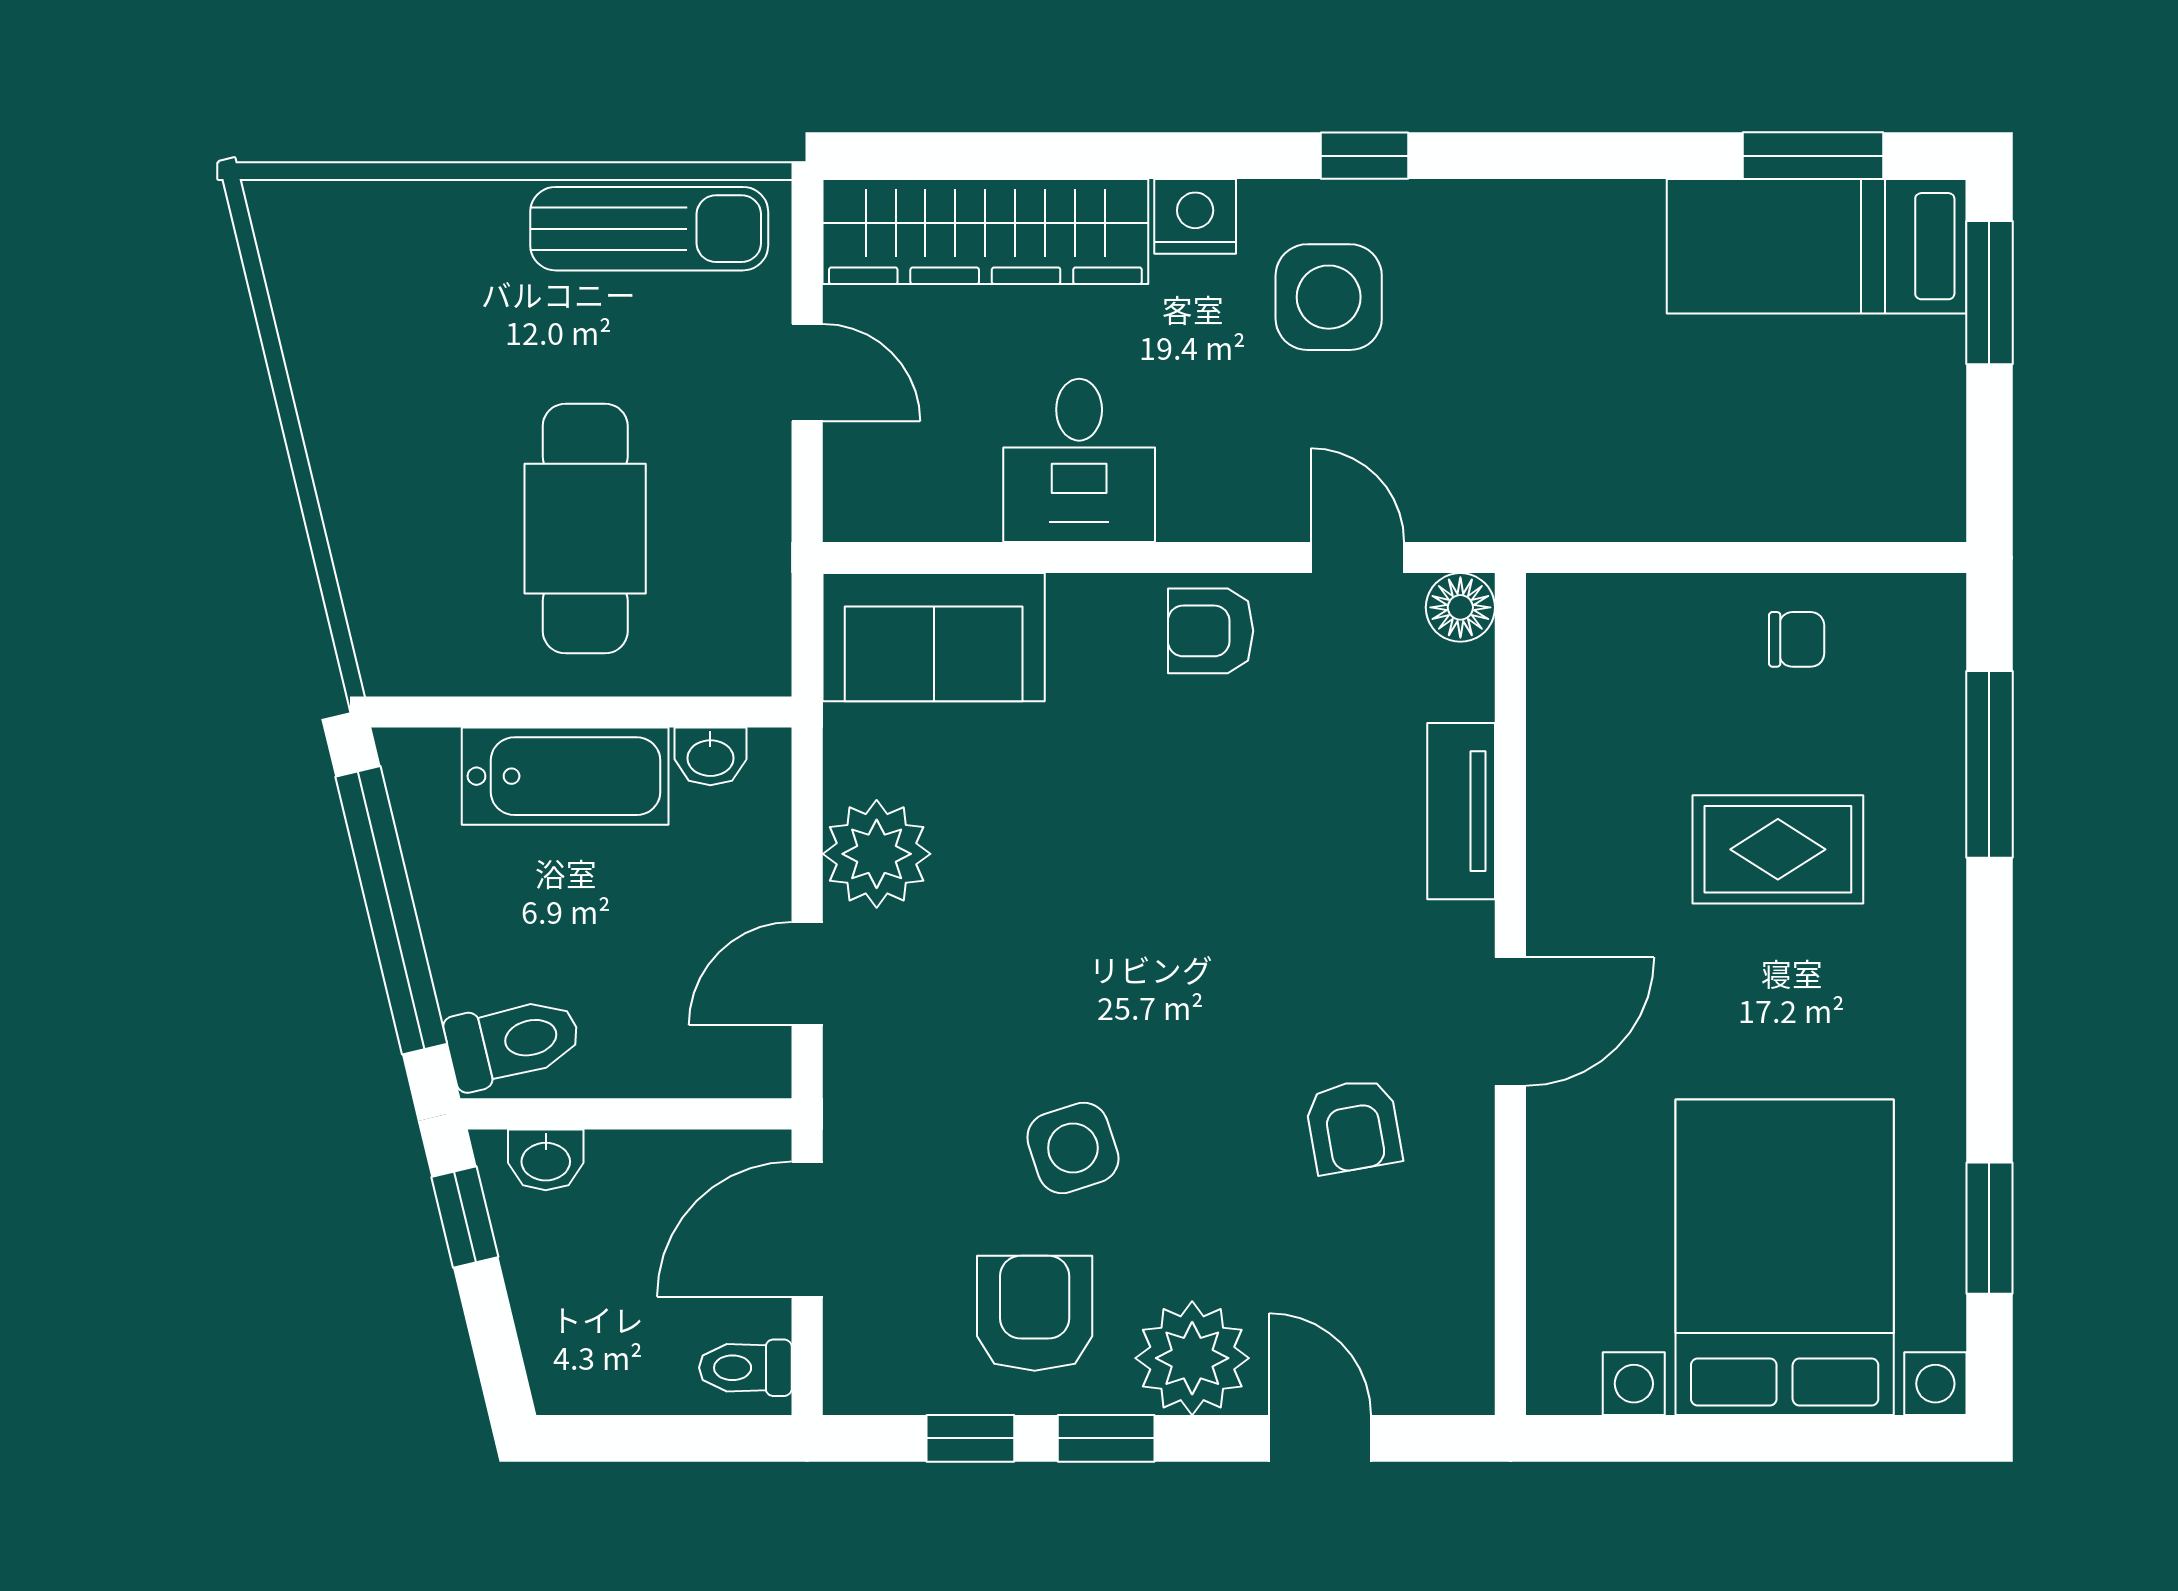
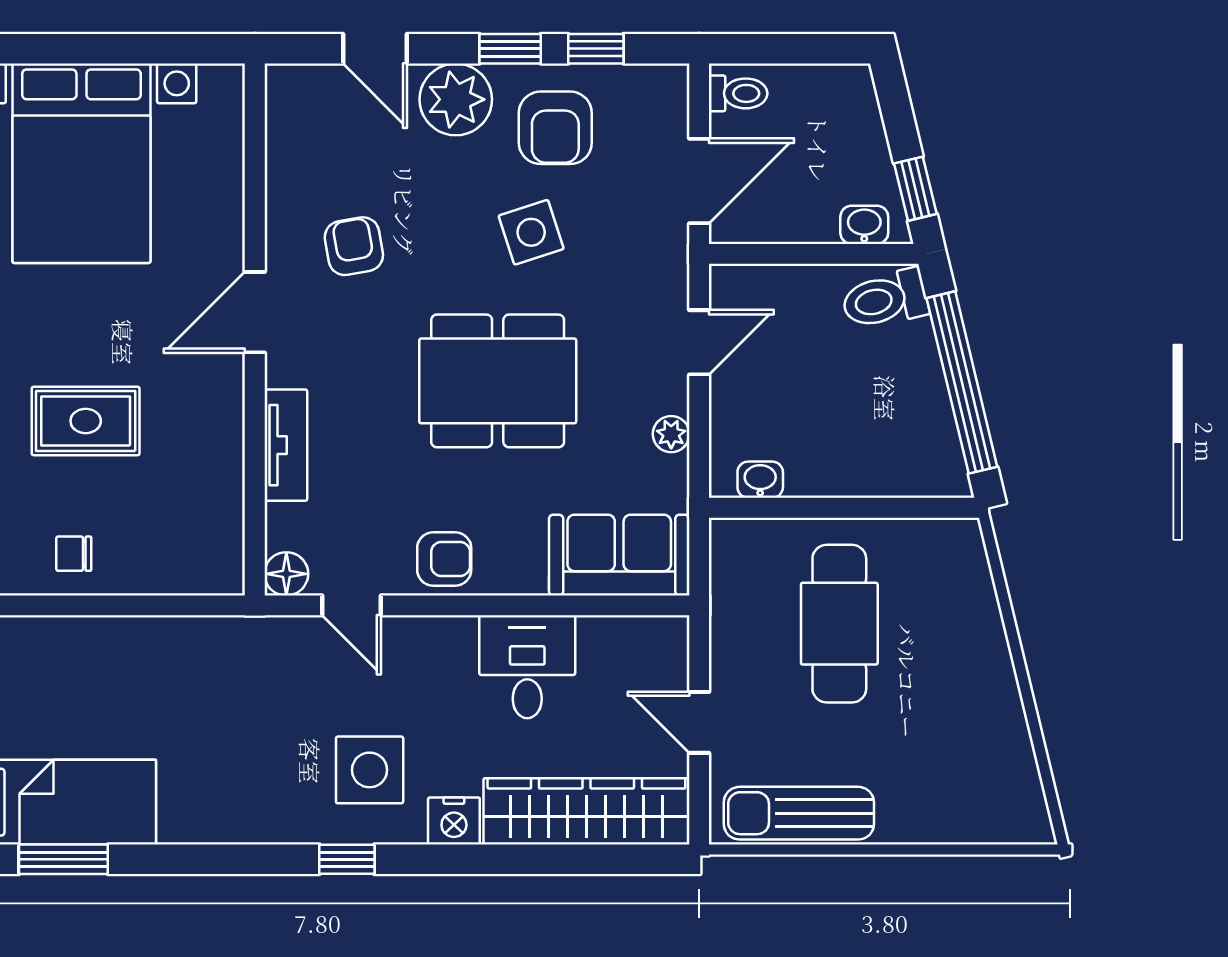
bathtub: (565, 776) -> (852, 467), removed
plant: (877, 854) -> (671, 434), width x0.53, depth x0.53
dining table: (1126, 913) -> (498, 381), added

